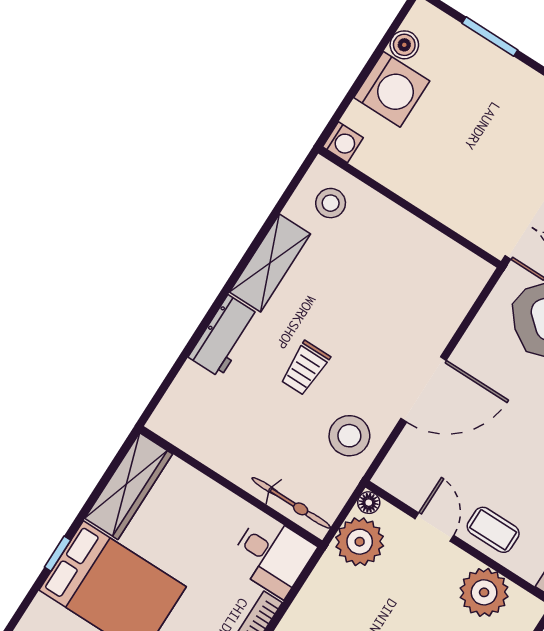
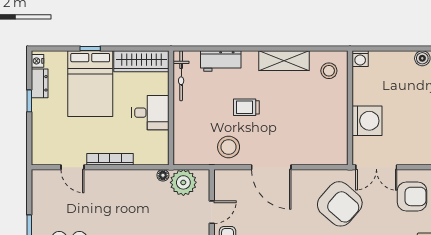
washing machine: (392, 89) -> (367, 121), moved, turned -90
workbench: (224, 336) -> (221, 61), moved
bicycle: (291, 503) -> (181, 76), moved
floor lamp: (369, 503) -> (163, 175), moved
desk: (272, 555) -> (150, 113), moved, turned -90

